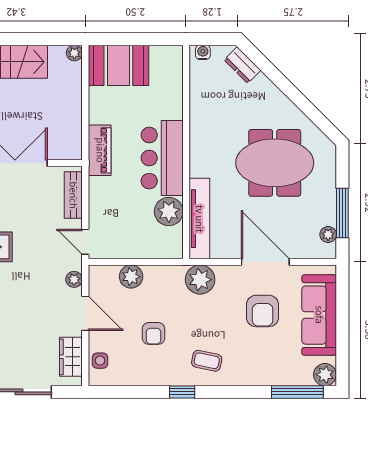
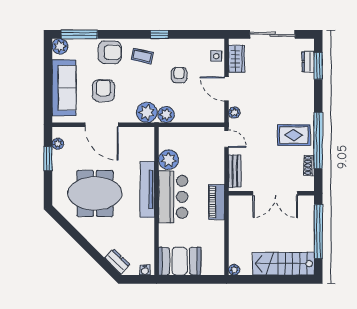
booth: (118, 65) -> (180, 261), moved
window: (342, 213) -> (48, 159), width x0.69
tv unit: (199, 219) -> (147, 190), moved
plant: (131, 277) -> (166, 115), moved
armchair: (253, 366) -> (110, 52), added

